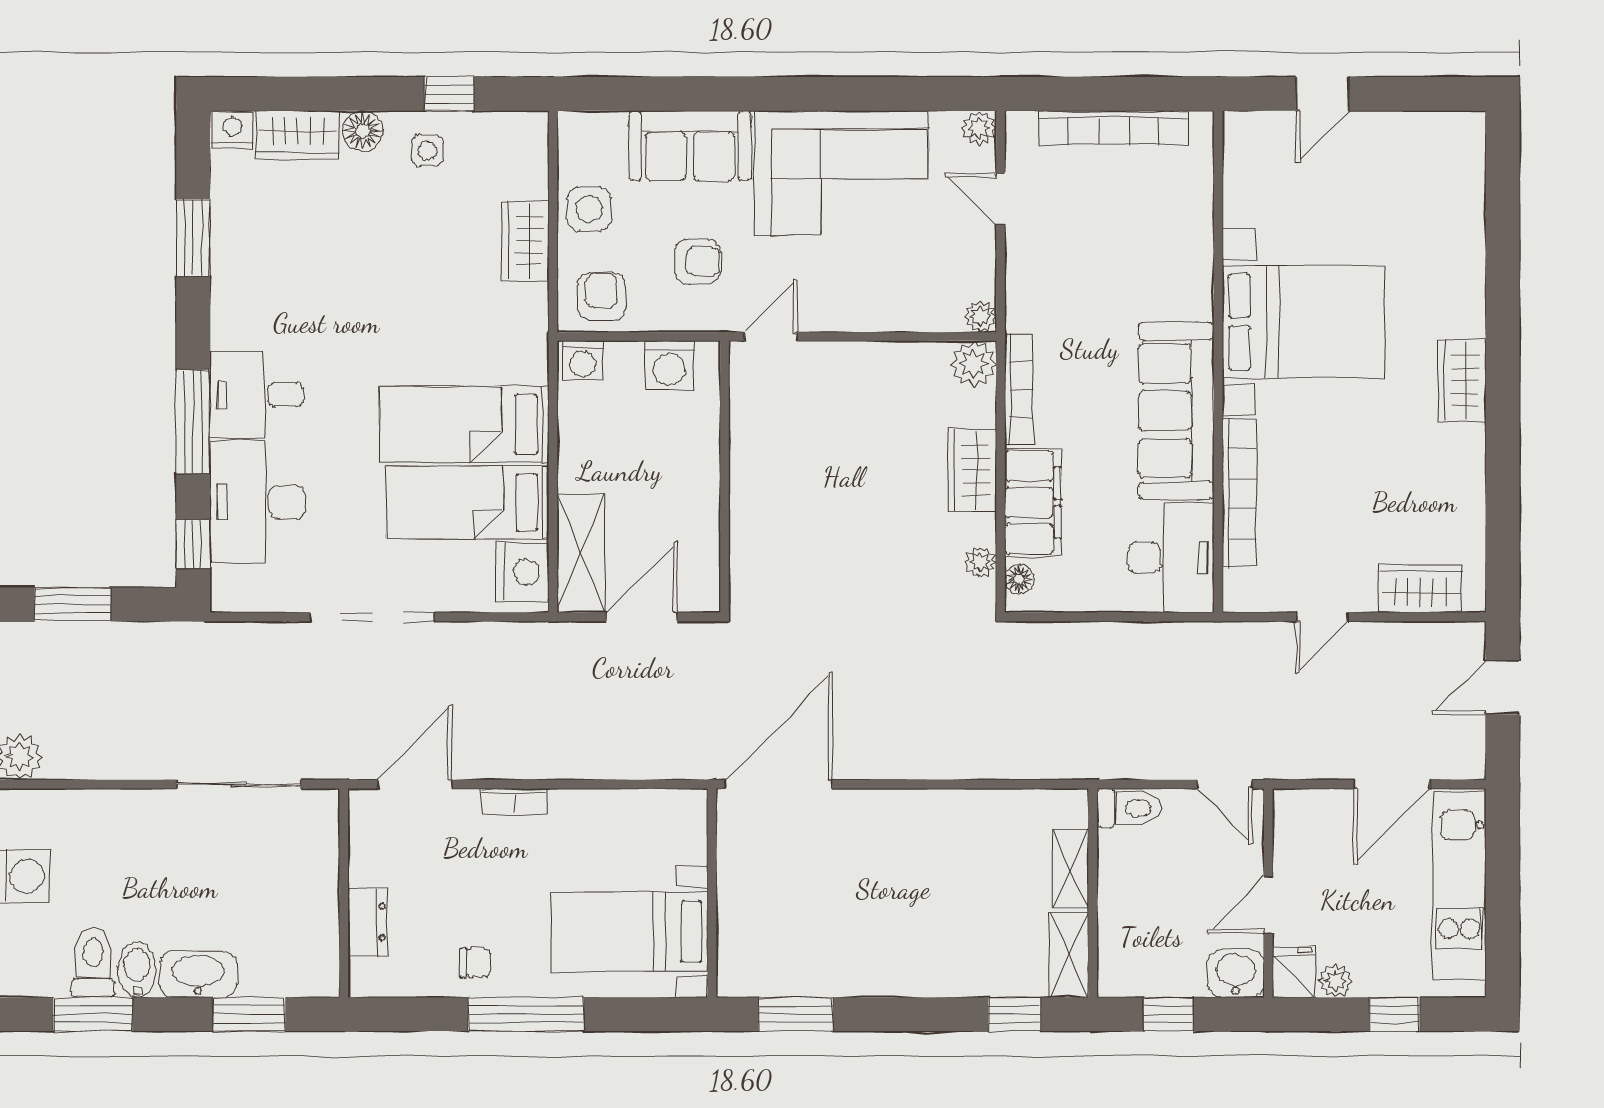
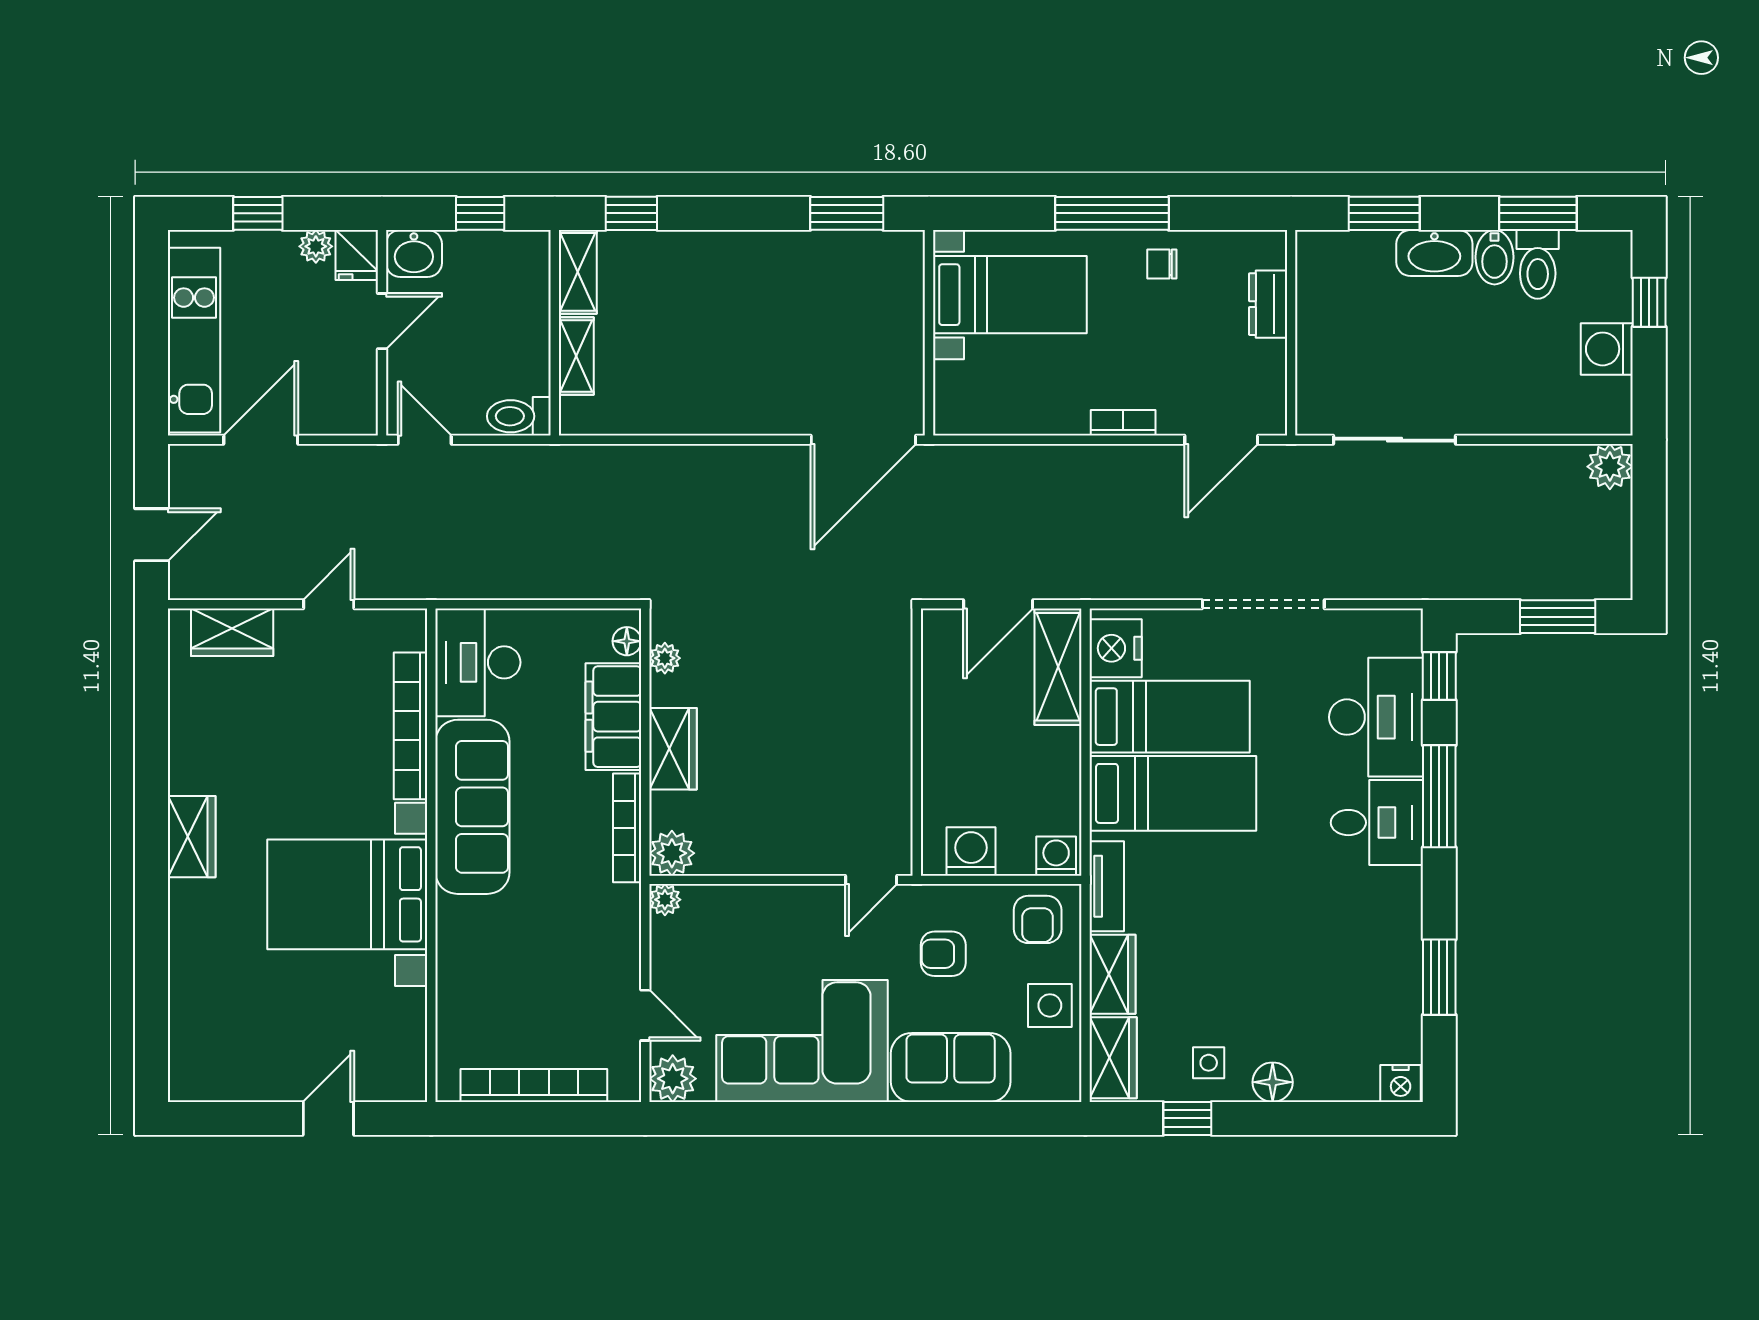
plant: (979, 128) -> (673, 1079), width x1.38, depth x1.38
wardrobe: (298, 135) -> (1113, 1058), moved, turned 90
tv unit: (531, 330) -> (1107, 886), added

